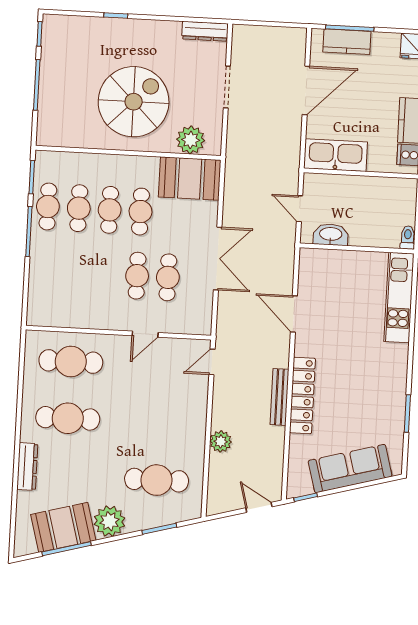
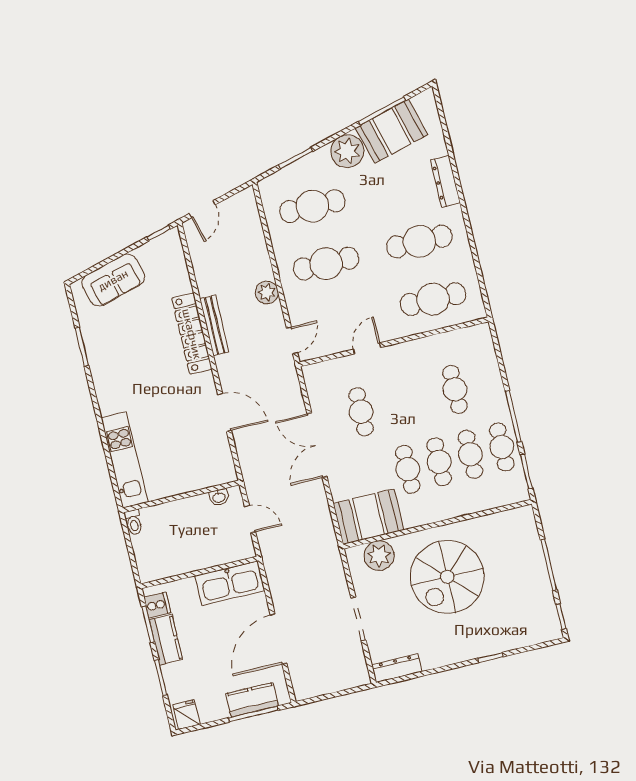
washbasin: (331, 235) -> (219, 497), width x0.52, depth x0.69
cafe table: (137, 276) -> (455, 389), moved
cafe table: (160, 423) -> (326, 264), added
plant: (221, 441) -> (267, 292), moved
sofa: (350, 469) -> (113, 280), width x0.73
door: (259, 507) -> (202, 209), hinge flipped

